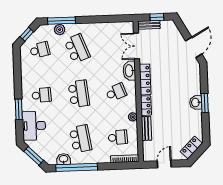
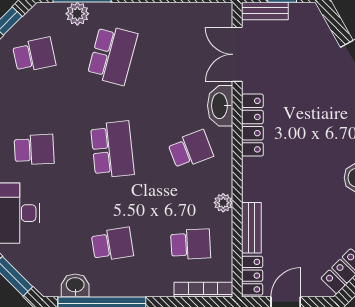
school desk: (77, 49) -> (112, 55), turned 36
locker: (146, 106) -> (252, 276), moved
school desk: (81, 139) -> (112, 244), width x0.54

